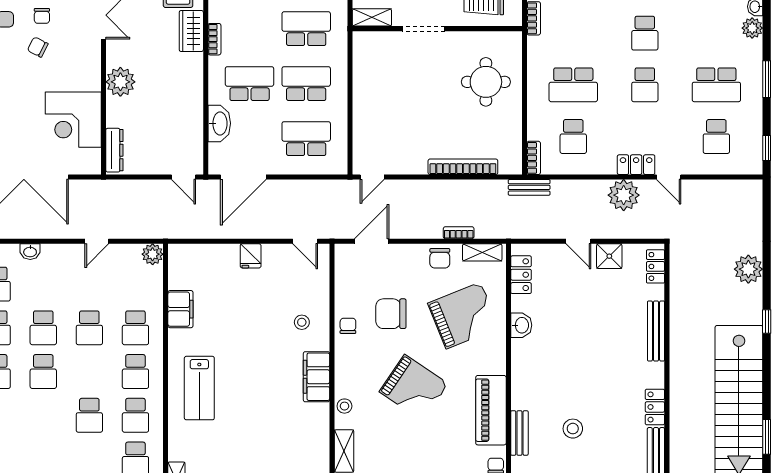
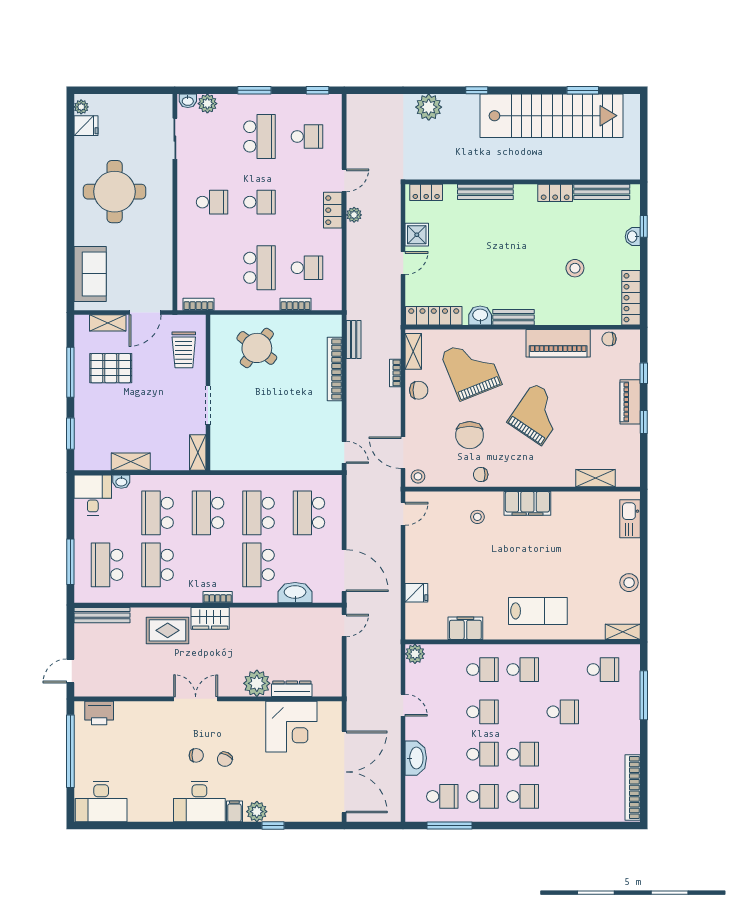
round table: (486, 82) -> (257, 348), turned 37
dresser: (114, 150) -> (292, 689), moved
bookcase: (534, 158) -> (295, 304), moved
bench: (529, 187) -> (354, 340), moved
plant: (624, 195) -> (354, 215), width x0.53, depth x0.53
washbasin: (30, 252) -> (416, 758), width x1.91, depth x1.45
fridge: (251, 256) -> (416, 593), moved
locker: (521, 275) -> (434, 316), width x1.53
stool: (344, 406) -> (418, 476), moved
school desk: (135, 415) -> (563, 670), removed
bench: (519, 433) -> (514, 317), moved

